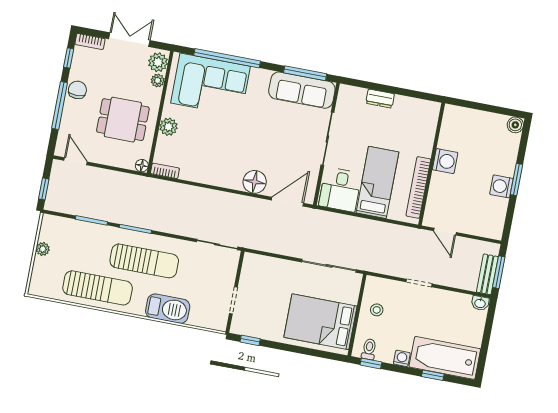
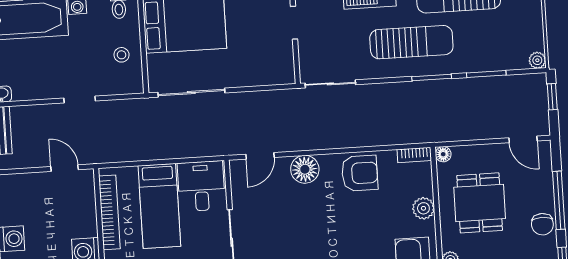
dining table: (123, 120) -> (480, 203), turned 90
armchair: (212, 168) -> (360, 173), added
door: (287, 202) -> (260, 156), width x0.73
plant: (43, 249) -> (537, 60), moved
sun lounger: (144, 261) -> (411, 42), turned 180

